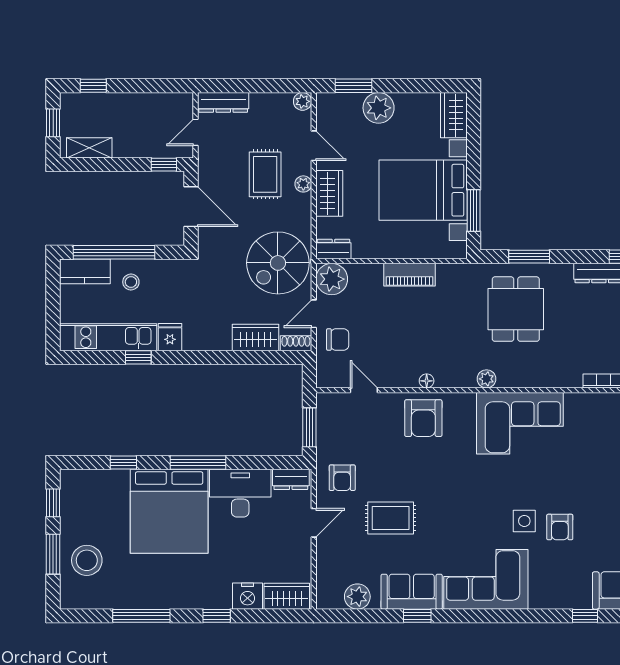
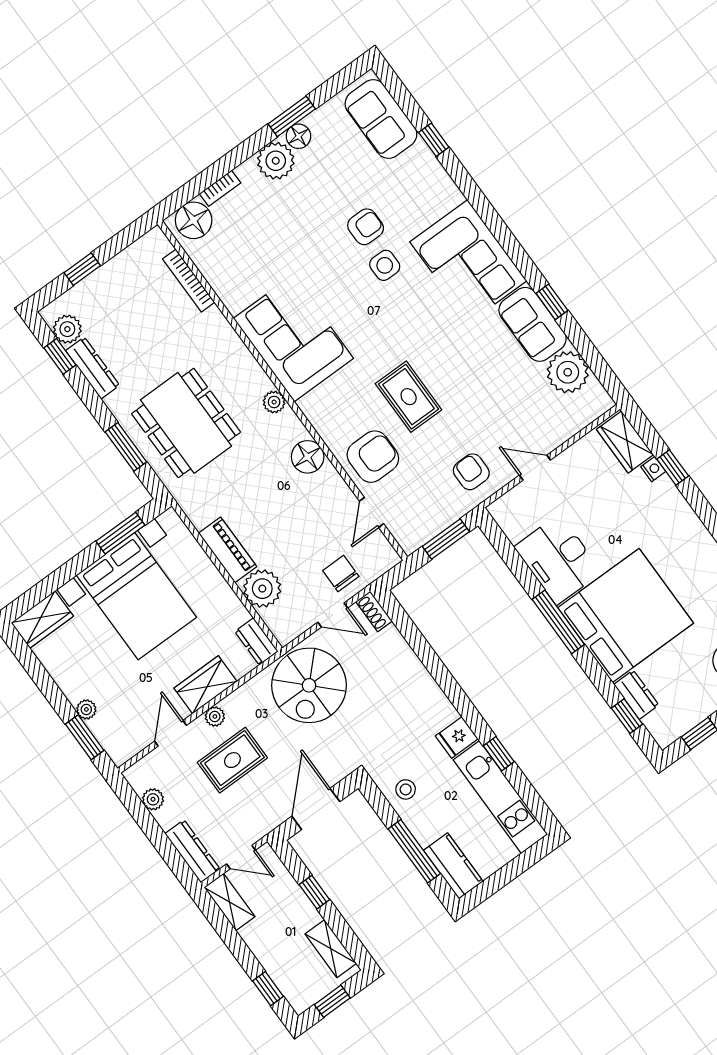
plant: (303, 101) -> (153, 799), moved
shelving: (171, 103) -> (230, 902), added
plant: (379, 108) -> (86, 709), width x0.53, depth x0.53
window: (164, 165) -> (314, 892), moved
window: (114, 252) -> (414, 851), width x0.68
spiral stairs: (278, 263) -> (309, 685), turned 90
plant: (332, 279) -> (262, 589), moved
stool: (131, 282) -> (406, 789), moved
dining table: (516, 309) -> (186, 423), width x1.38
wardrobe: (255, 337) -> (397, 655), removed
floor lamp: (427, 381) -> (308, 457), width x1.89, depth x1.89
armchair: (423, 418) -> (373, 457), moved
window: (123, 463) -> (627, 716), moved
armchair: (342, 478) -> (471, 472), turned -90
dresser: (291, 479) -> (636, 695), moved
rug: (391, 518) -> (409, 397), moved
nightstand: (248, 596) -> (653, 469), width x0.53, depth x0.56
plant: (357, 597) -> (568, 372), width x1.36, depth x1.36
window: (217, 616) -> (673, 467), moved

